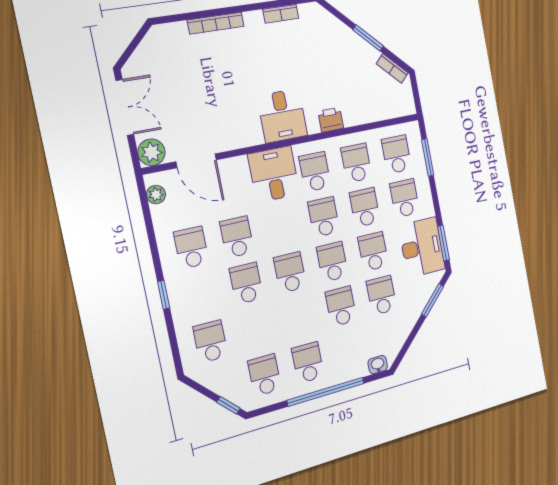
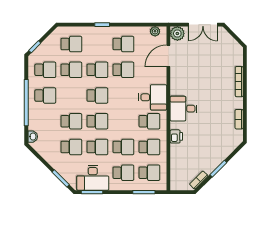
school desk: (324, 217) -> (71, 70), moved

